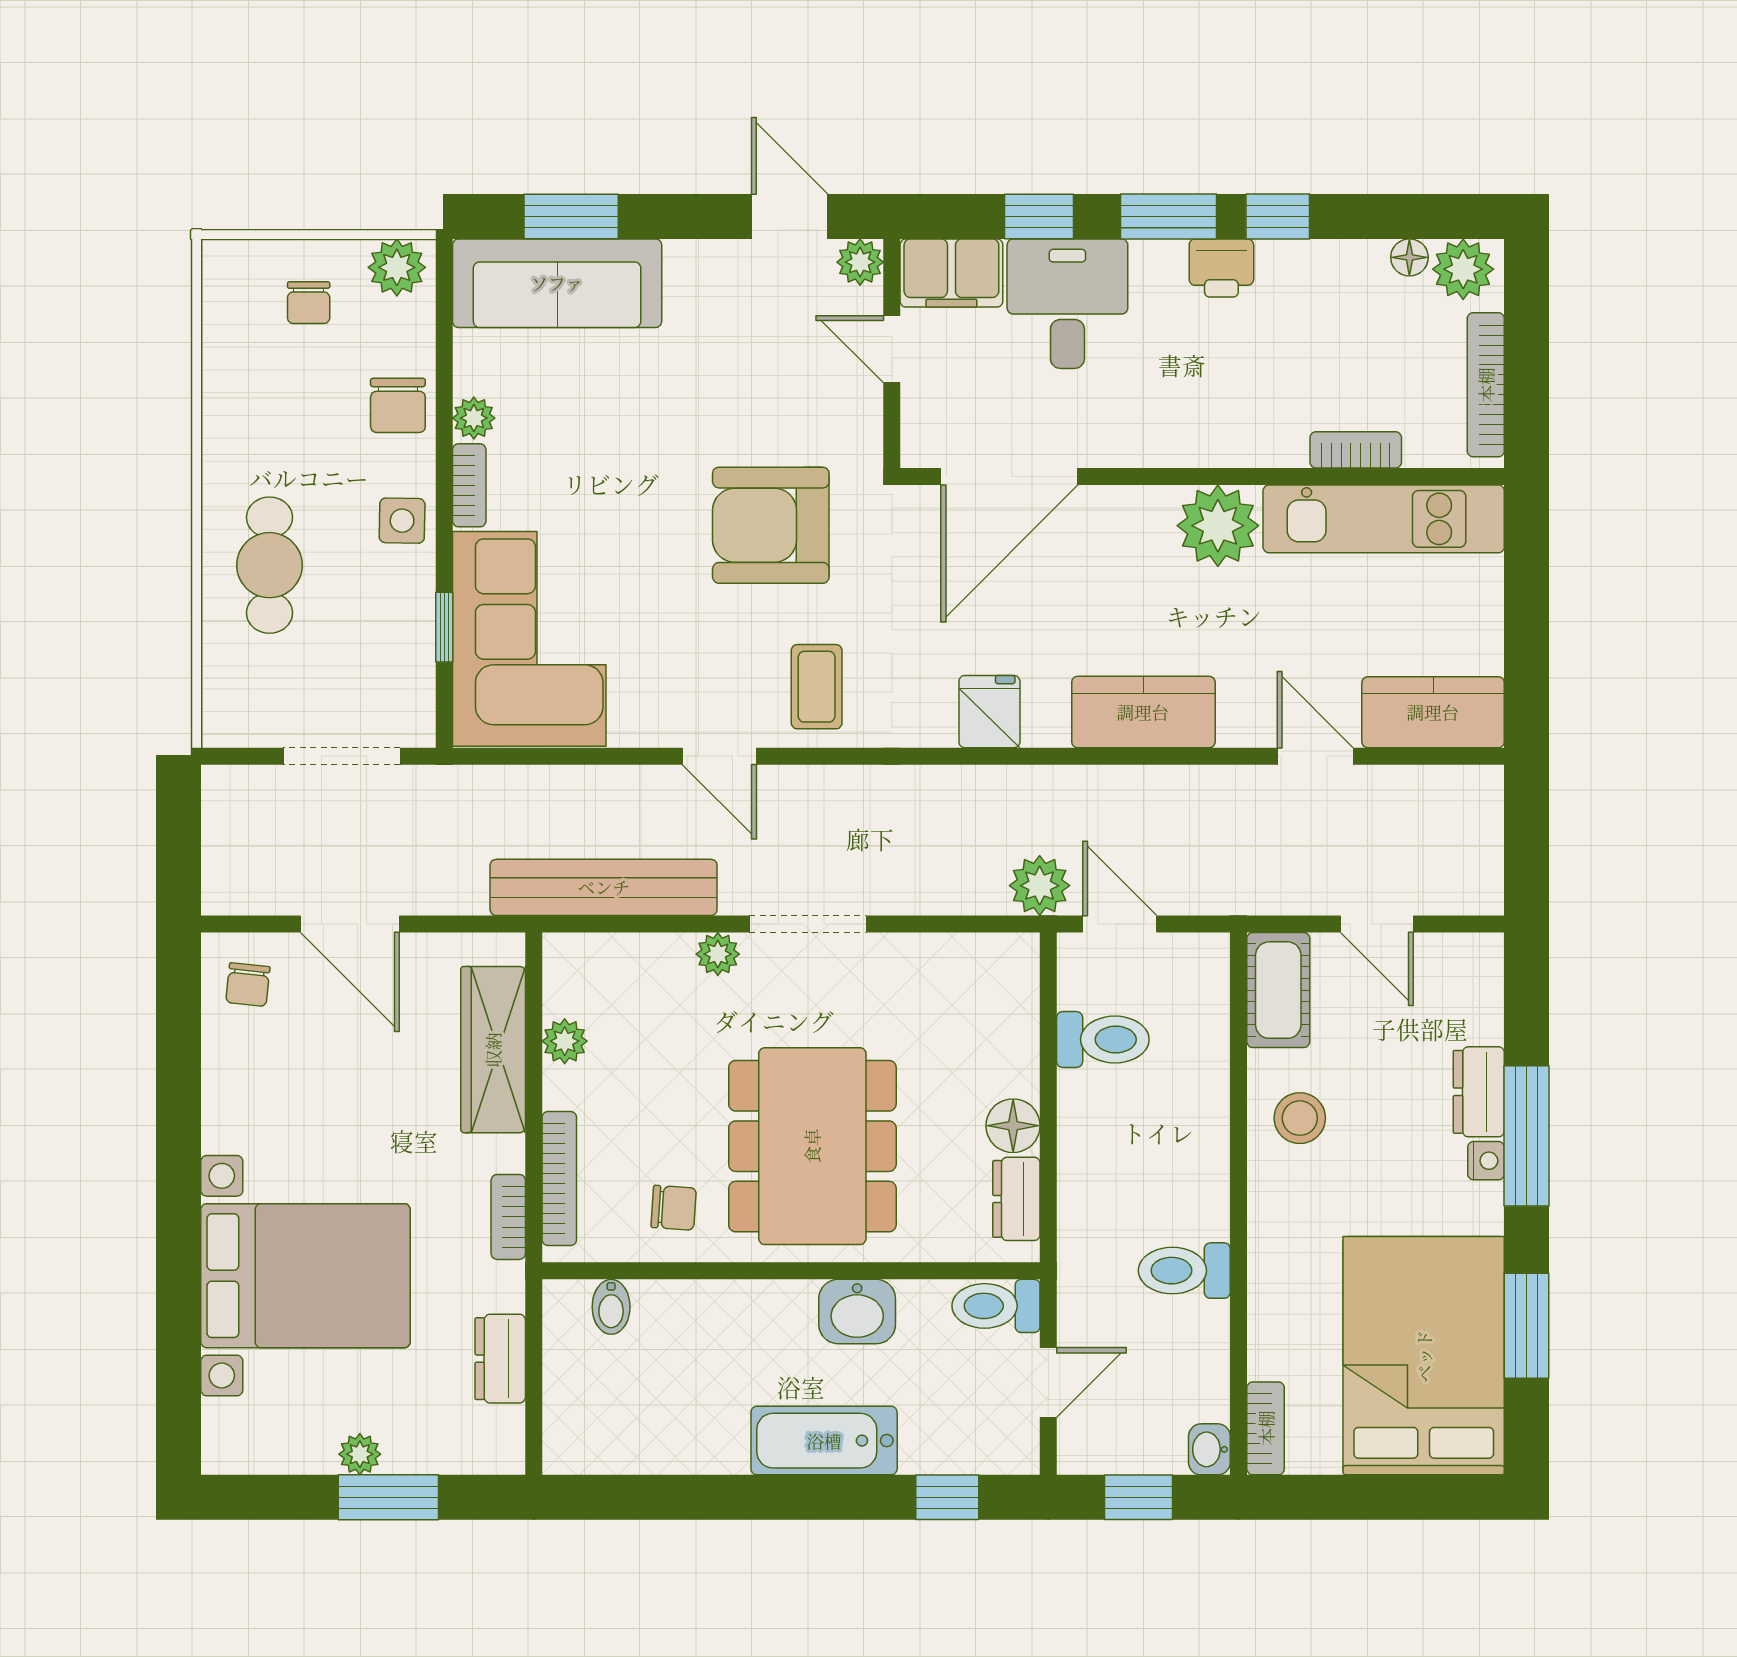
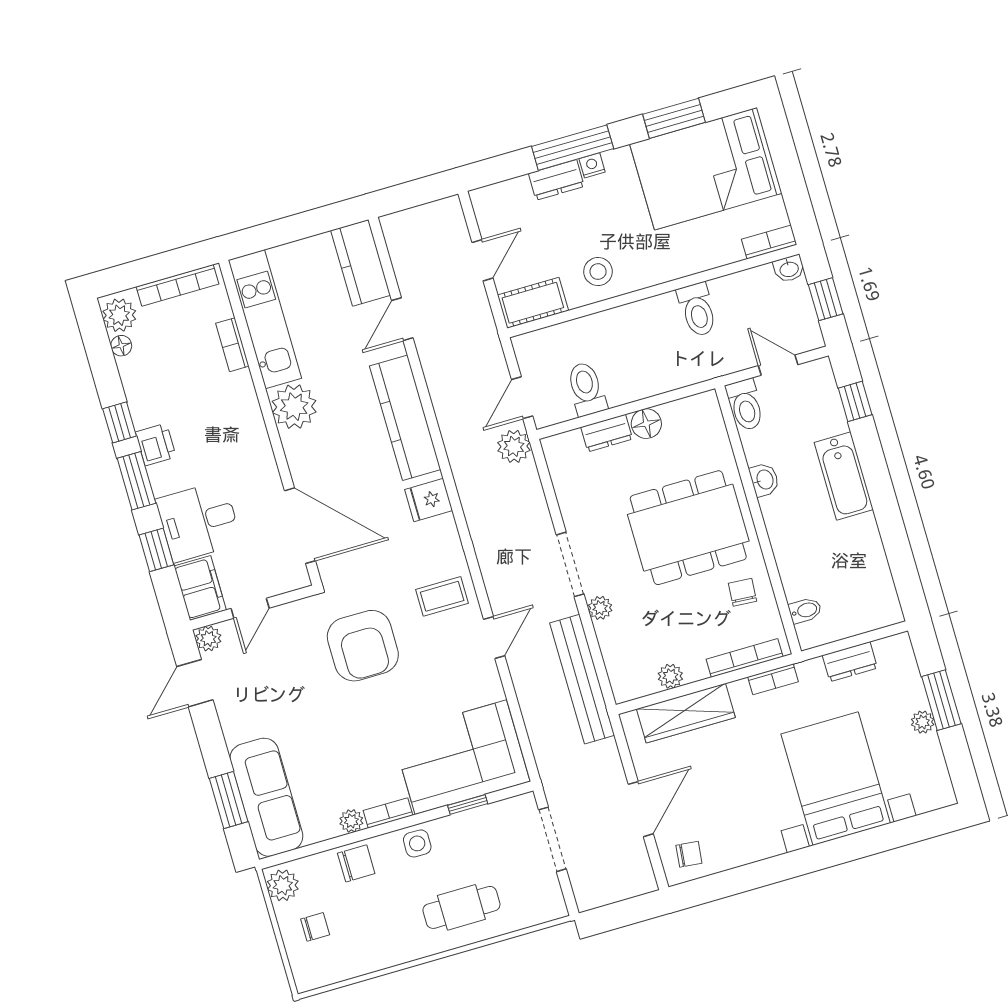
kitchen counter: (1143, 712) -> (405, 418), width x1.50
dresser: (1016, 1199) -> (607, 433), moved
washbasin: (857, 1312) -> (764, 480), width x0.72, depth x0.69

